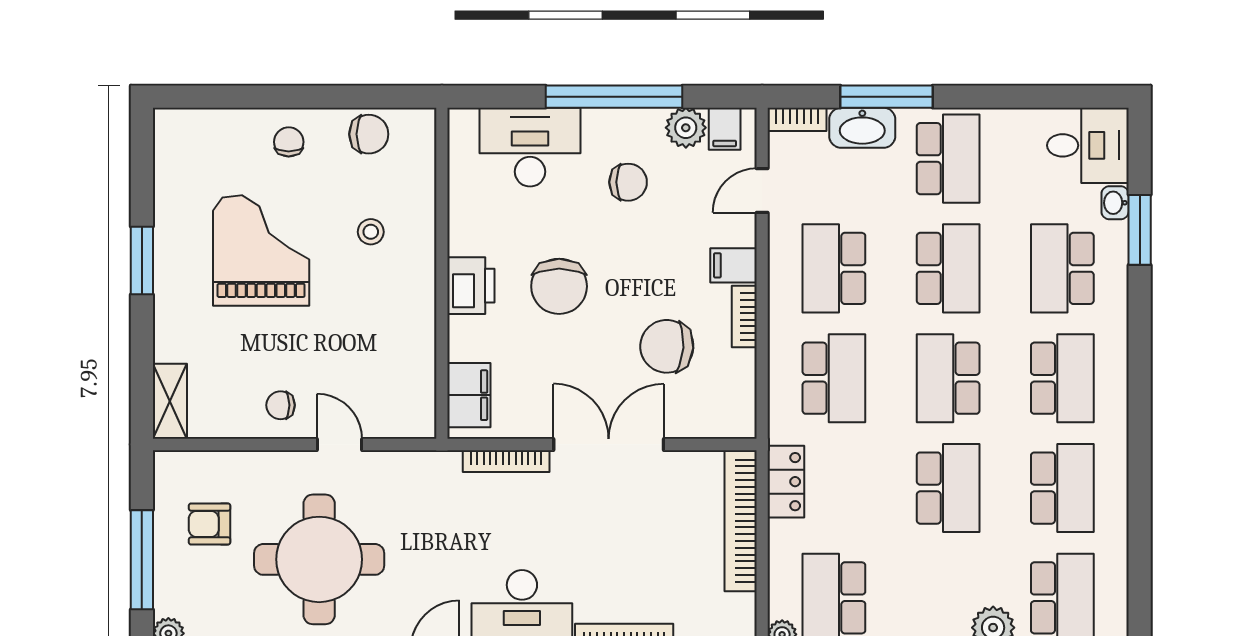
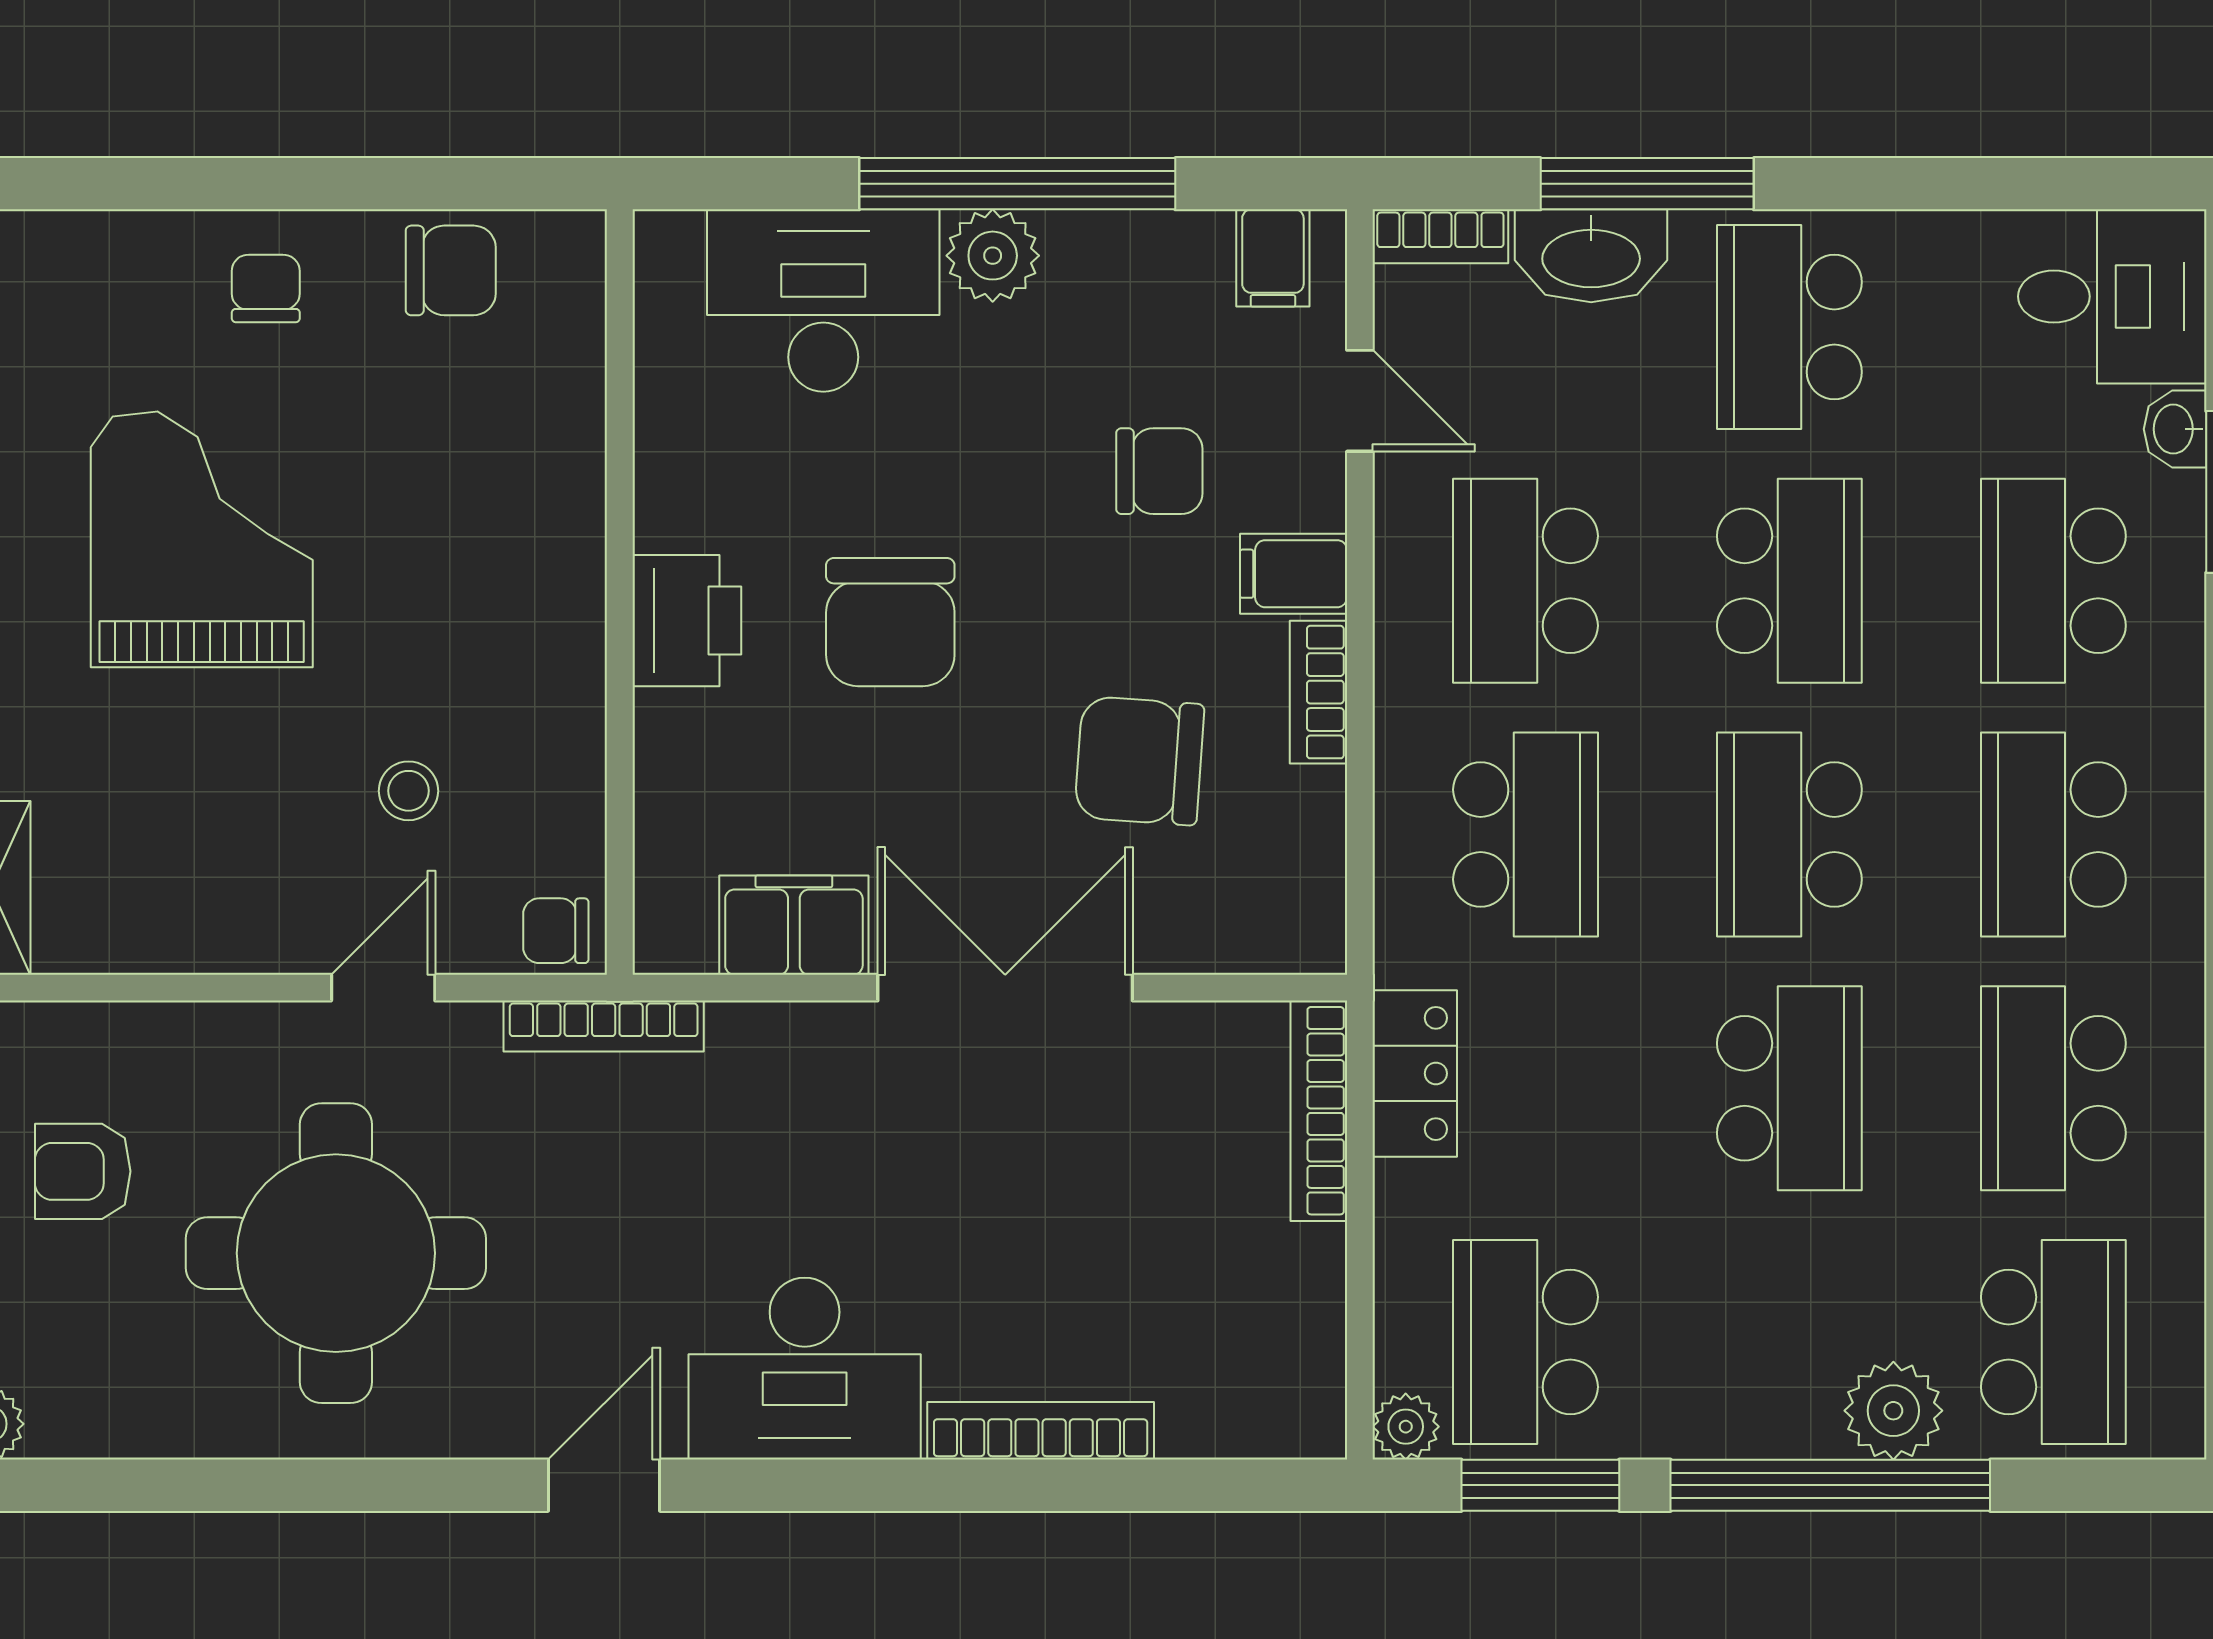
plant: (686, 128) -> (993, 256), moved
school desk: (948, 159) -> (1789, 327), turned 180
chair: (628, 182) -> (1159, 471), moved
door: (762, 190) -> (1360, 401), swing flipped
stool: (371, 232) -> (409, 791), moved
school desk: (1062, 378) -> (2053, 834), turned 180
filing cabinet: (469, 395) -> (794, 925), moved, turned -90
chair: (281, 405) -> (556, 931), moved
door: (340, 444) -> (383, 988), hinge flipped
bookcase: (506, 461) -> (604, 1026), moved
school desk: (1062, 488) -> (2053, 1088), turned 180
bookcase: (741, 521) -> (1319, 1111), width x0.68, depth x0.76

